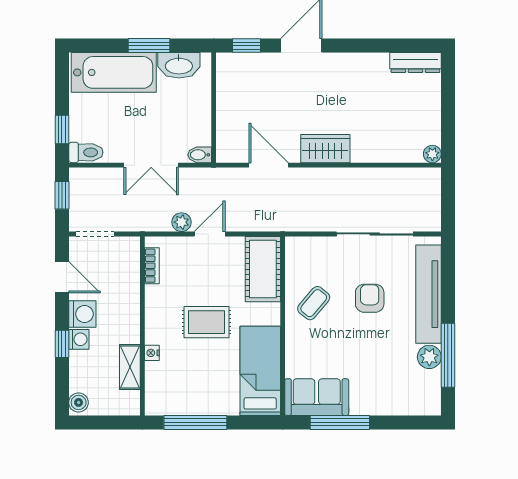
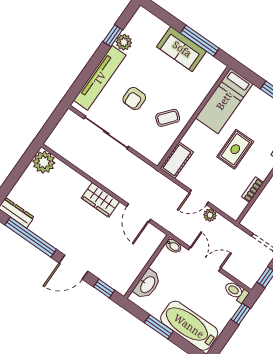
window: (378, 46) -> (31, 237), added
washbasin: (179, 65) -> (147, 284), moved, turned 90
plant: (432, 154) -> (44, 162), width x1.88, depth x1.88
bookcase: (152, 266) -> (253, 190), moved
cot: (263, 269) -> (177, 160), width x0.73, depth x0.75
rug: (206, 322) -> (235, 149), turned 90
window: (448, 355) -> (113, 36), width x0.46
sofa: (317, 397) -> (182, 49), moved

